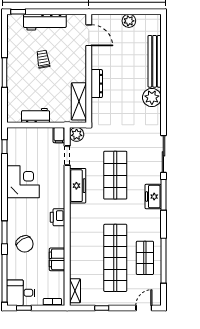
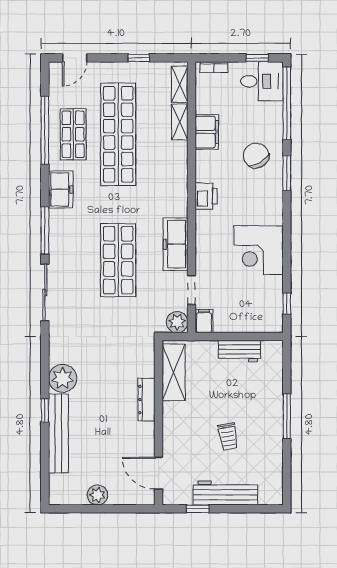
window: (18, 12) -> (198, 509), moved
window: (163, 76) -> (45, 410), added
freezer: (153, 197) -> (61, 189), moved
shelving: (75, 266) -> (180, 122), added

